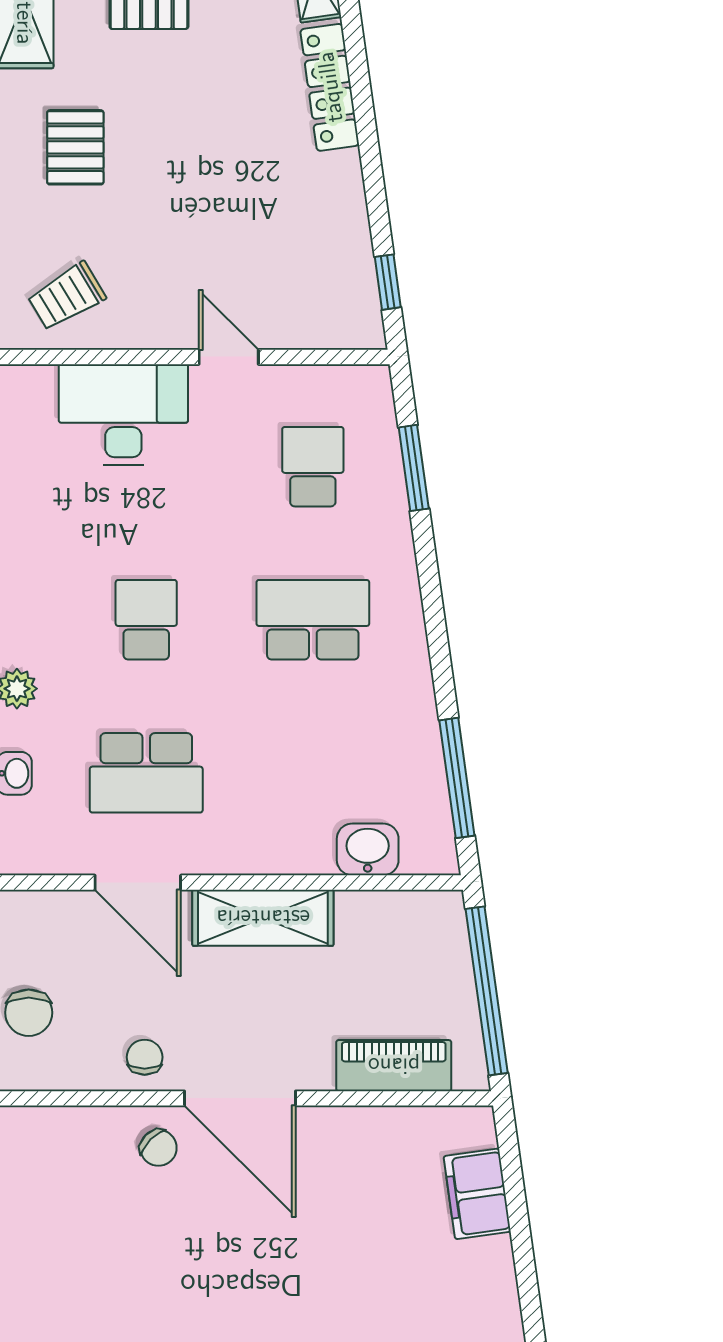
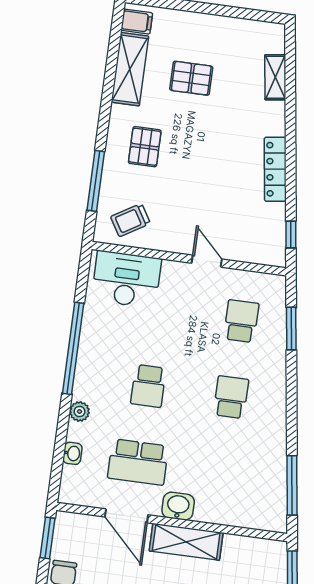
locker: (330, 87) -> (275, 169), moved
desk: (123, 415) -> (126, 279), moved
school desk: (146, 620) -> (148, 386), turned 180
school desk: (313, 620) -> (231, 397), width x0.54
washbasin: (368, 849) -> (178, 506), moved

